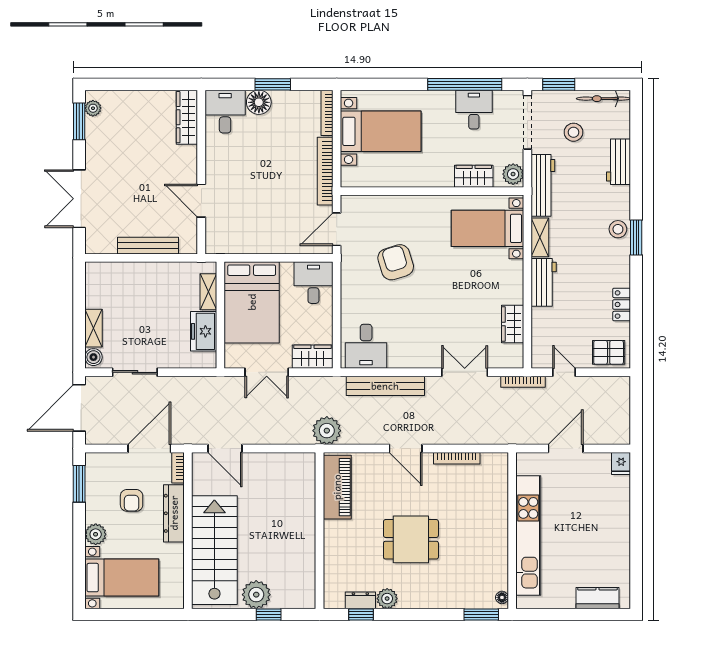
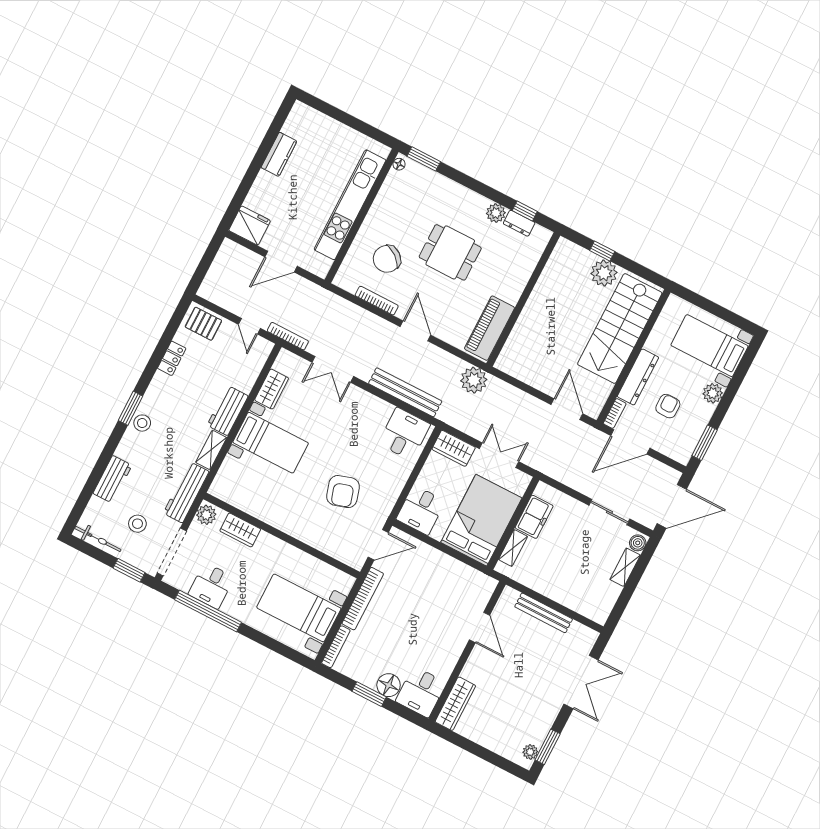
bed with nightstands: (487, 228) -> (271, 443), moved
fridge: (621, 463) -> (250, 225), width x1.88, depth x1.34
chair: (467, 503) -> (387, 259), added
kitchen counter: (597, 598) -> (279, 154), moved, turned -90

